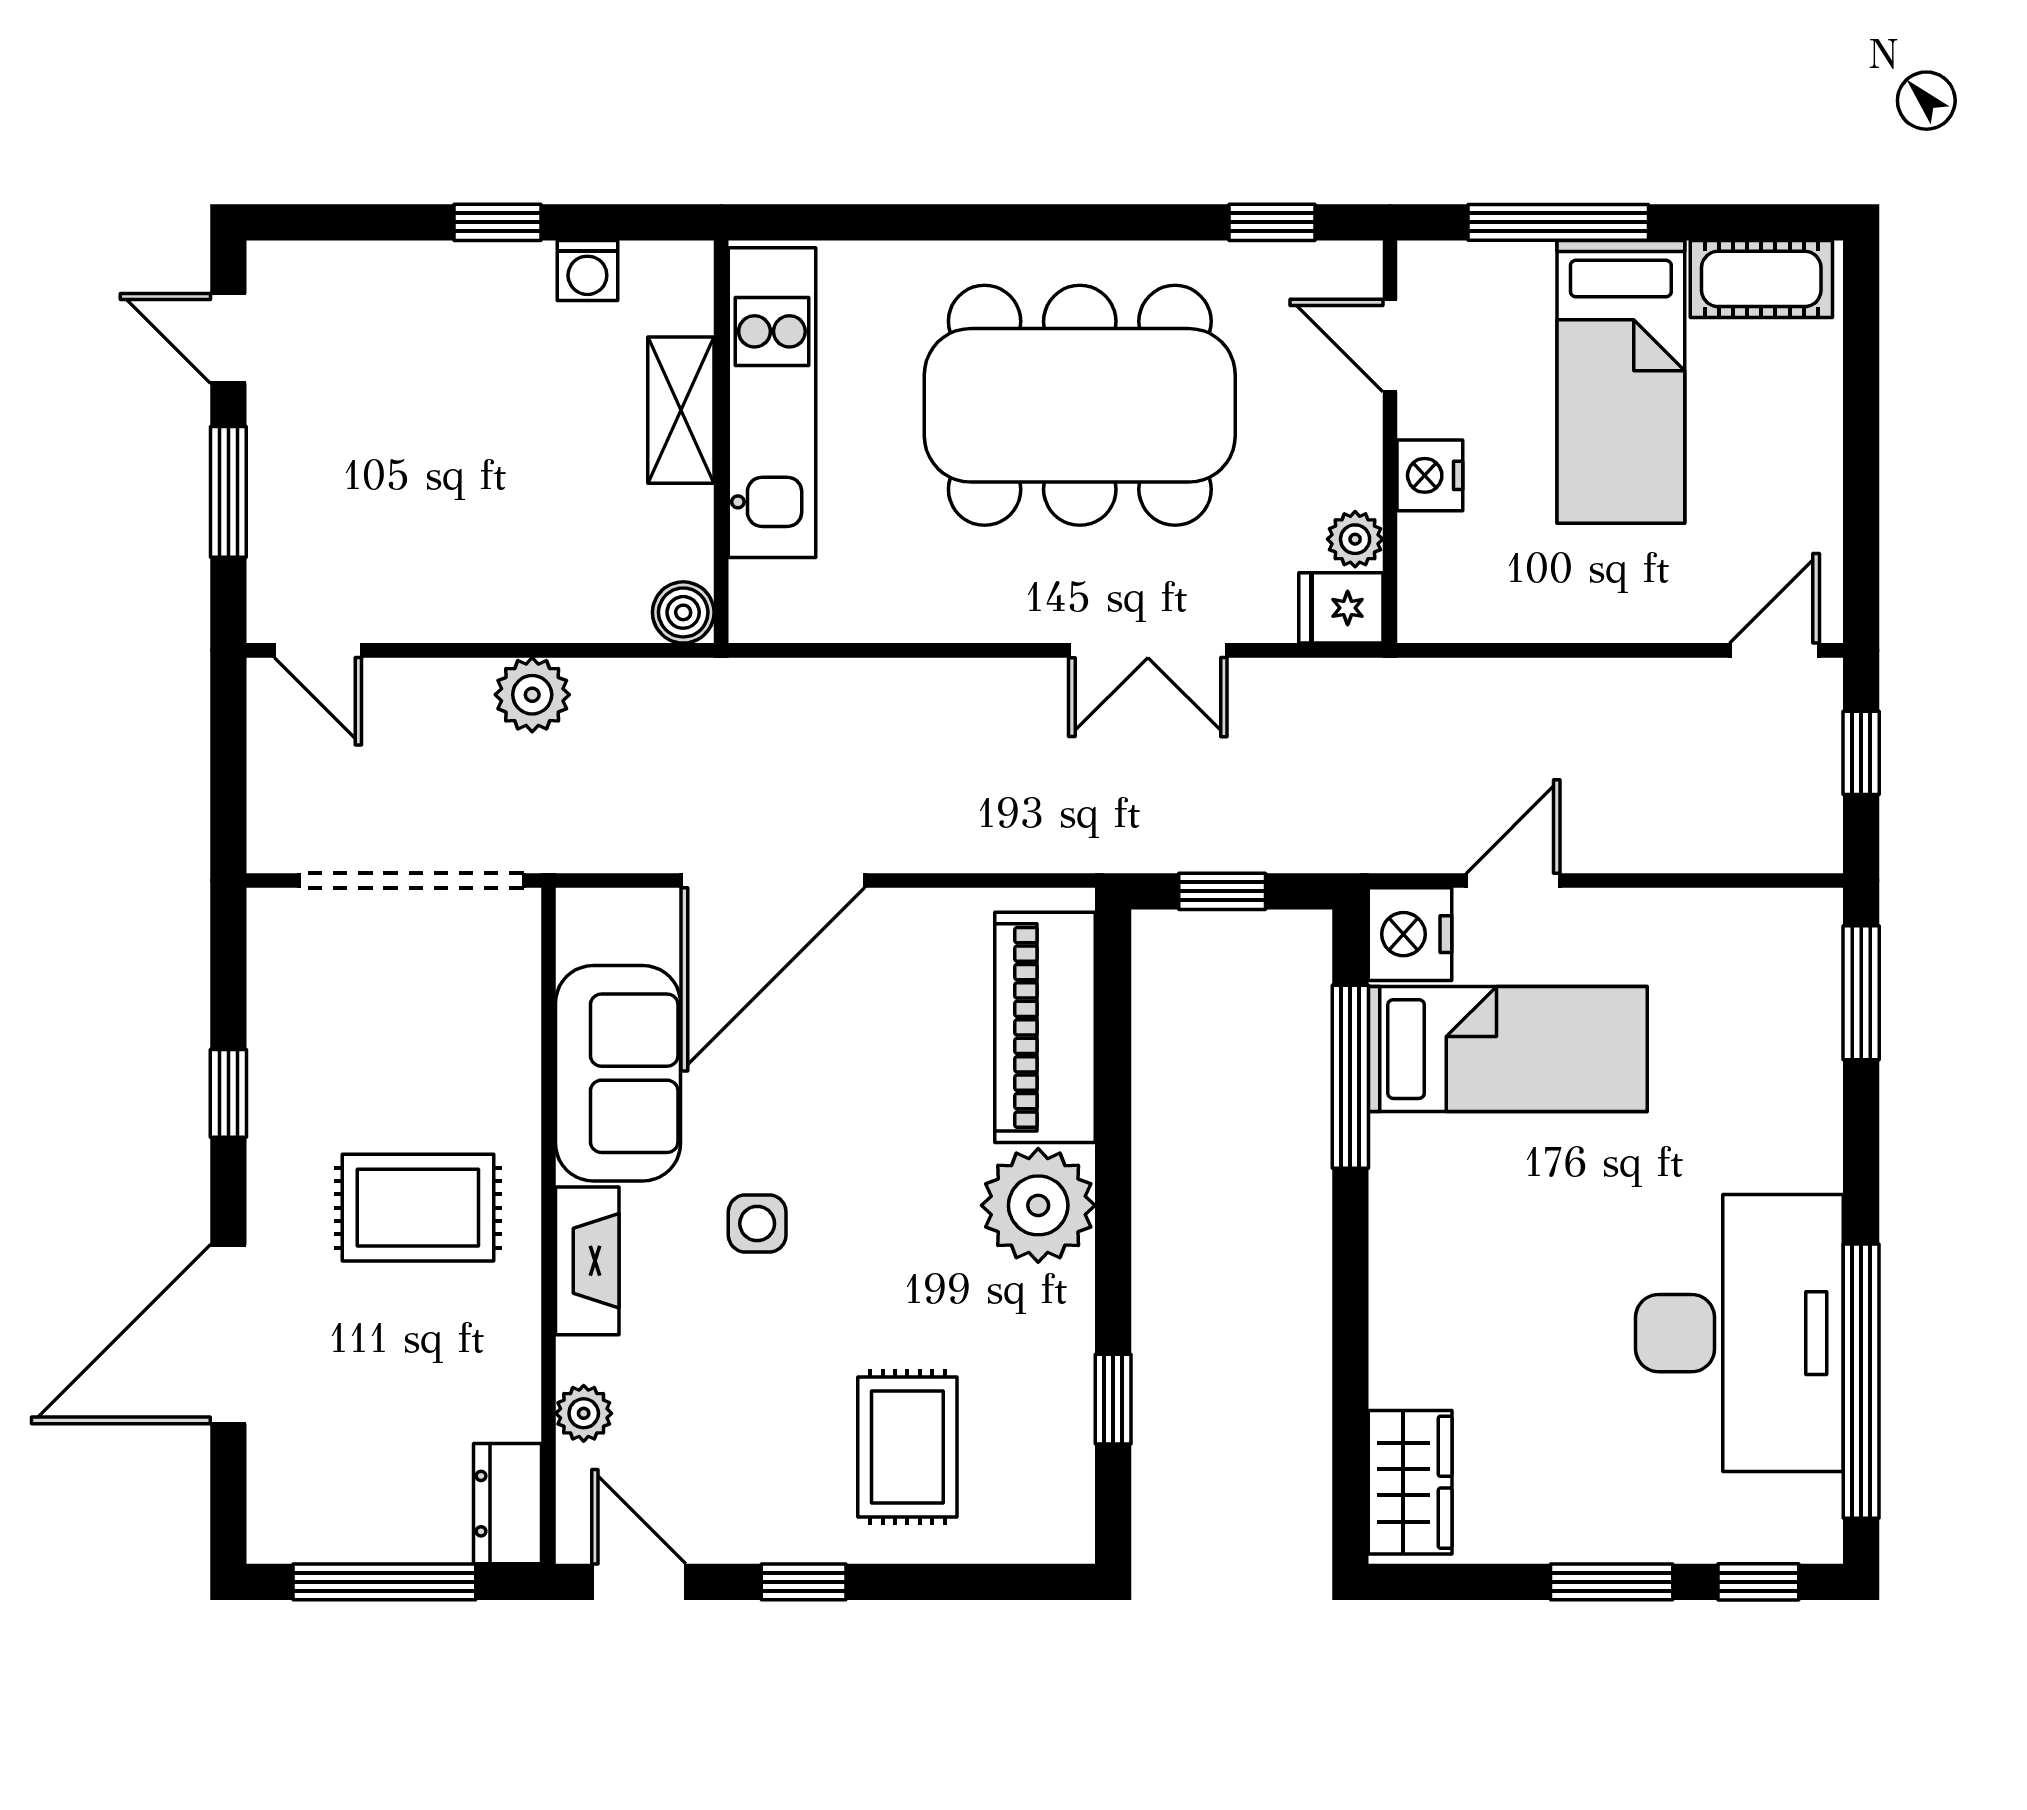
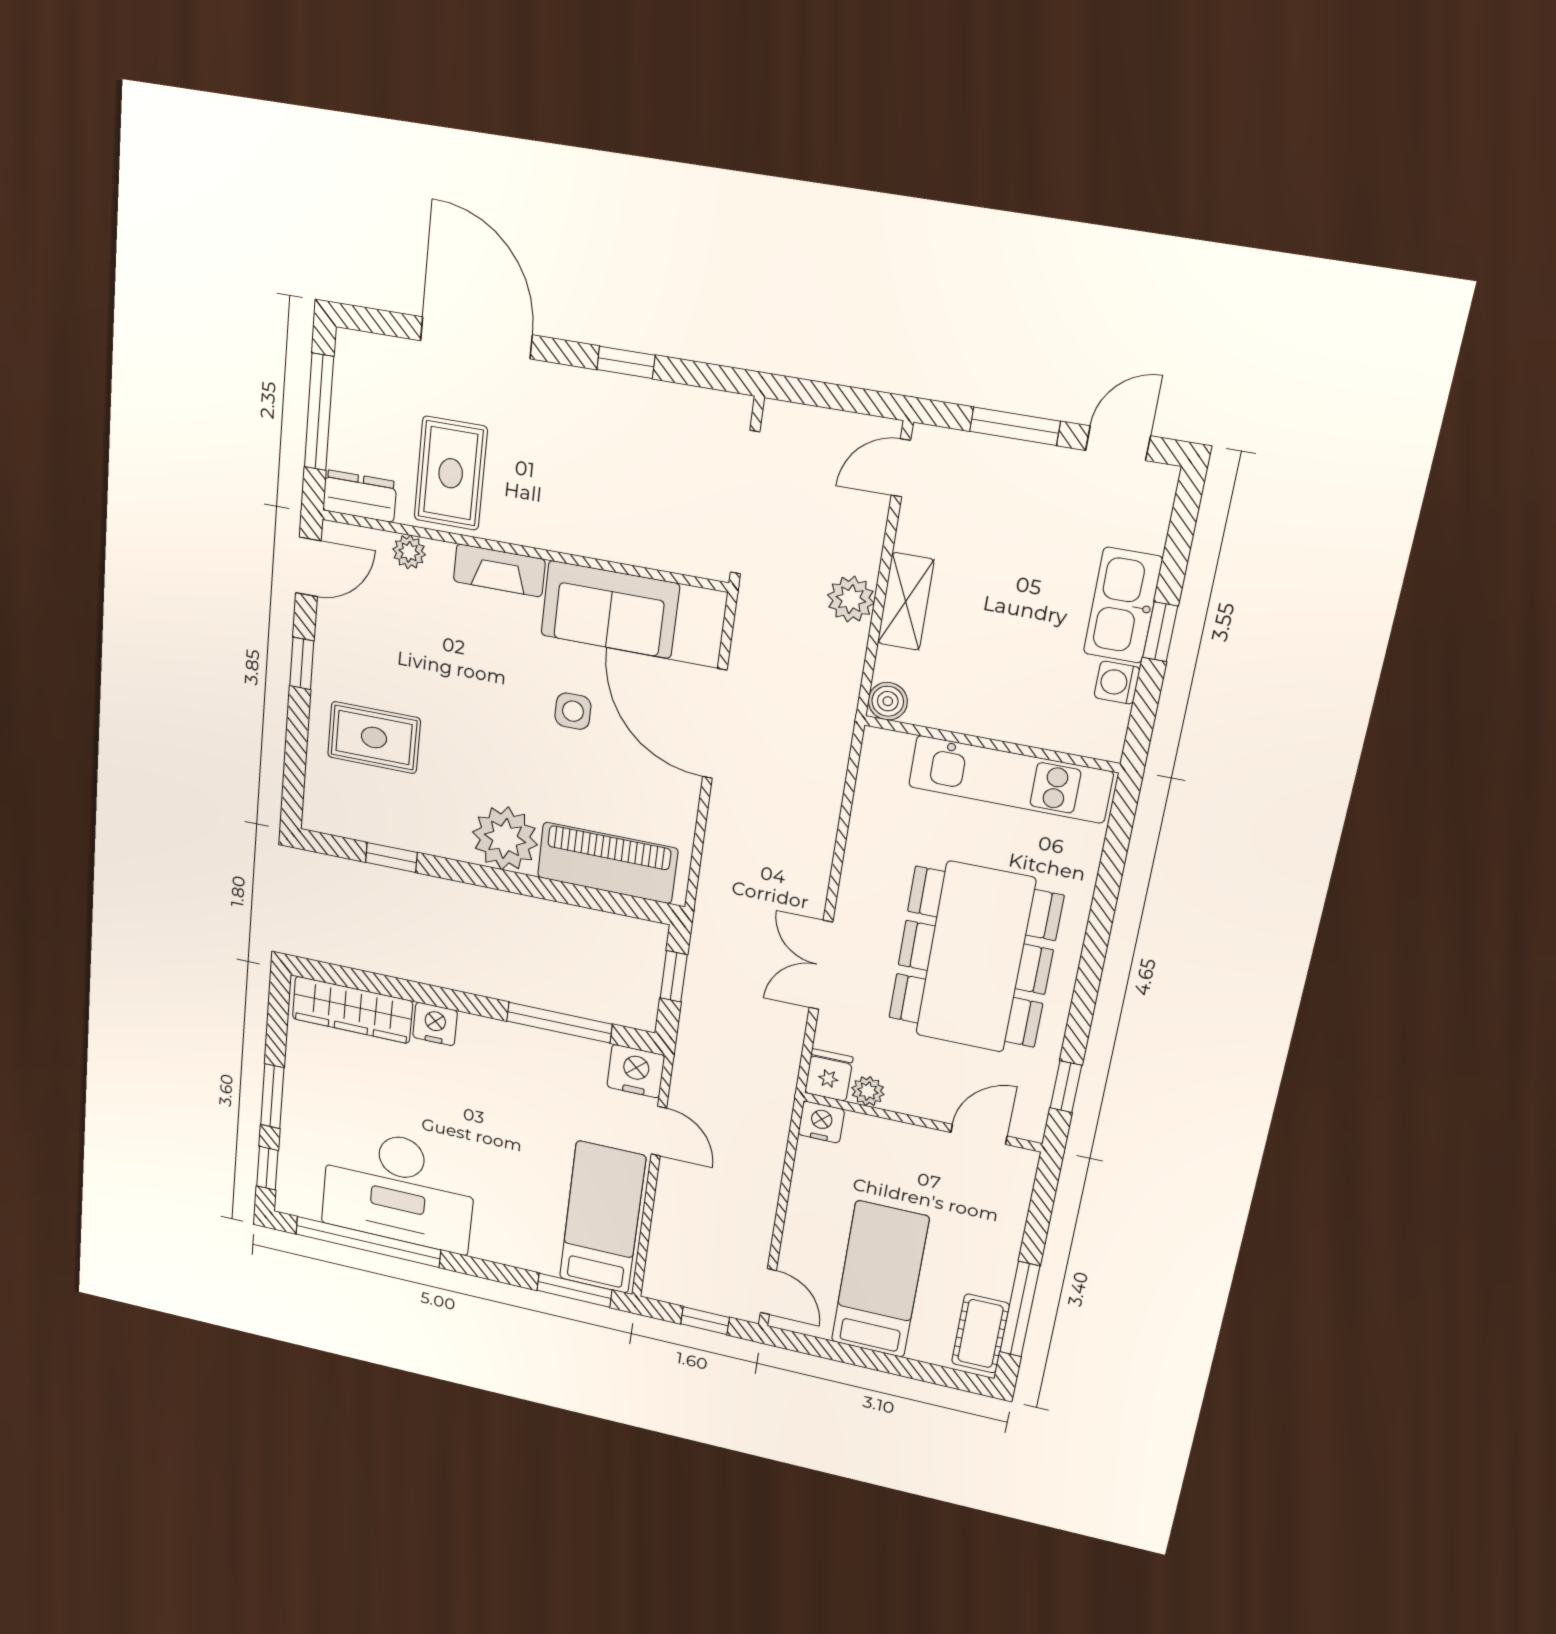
window: (1558, 222) -> (1020, 1309), moved
kitchen sink: (467, 285) -> (1123, 605), added
bed: (1621, 382) -> (880, 1280), moved, turned 90
shelving: (681, 410) -> (906, 601), moved, turned 90
nightstand: (1430, 475) -> (821, 1122), moved
bed: (1508, 1049) -> (602, 1218), moved, turned 180
rug: (418, 1208) -> (451, 473), moved
side table: (757, 1224) -> (573, 711), moved
nightstand: (1403, 1295) -> (435, 1024), added
wardrobe: (1410, 1482) -> (352, 1010), width x1.50

